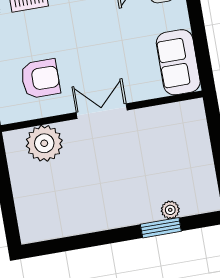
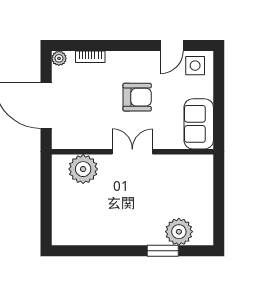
armchair: (40, 79) -> (137, 97), moved
plant: (170, 210) -> (179, 232), width x1.88, depth x1.88

